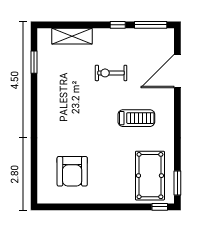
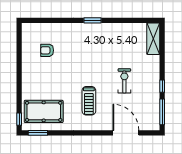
shelving: (72, 36) -> (153, 39), moved
window: (34, 62) -> (93, 20), moved
armchair: (72, 171) -> (47, 50), width x0.53, depth x0.53

